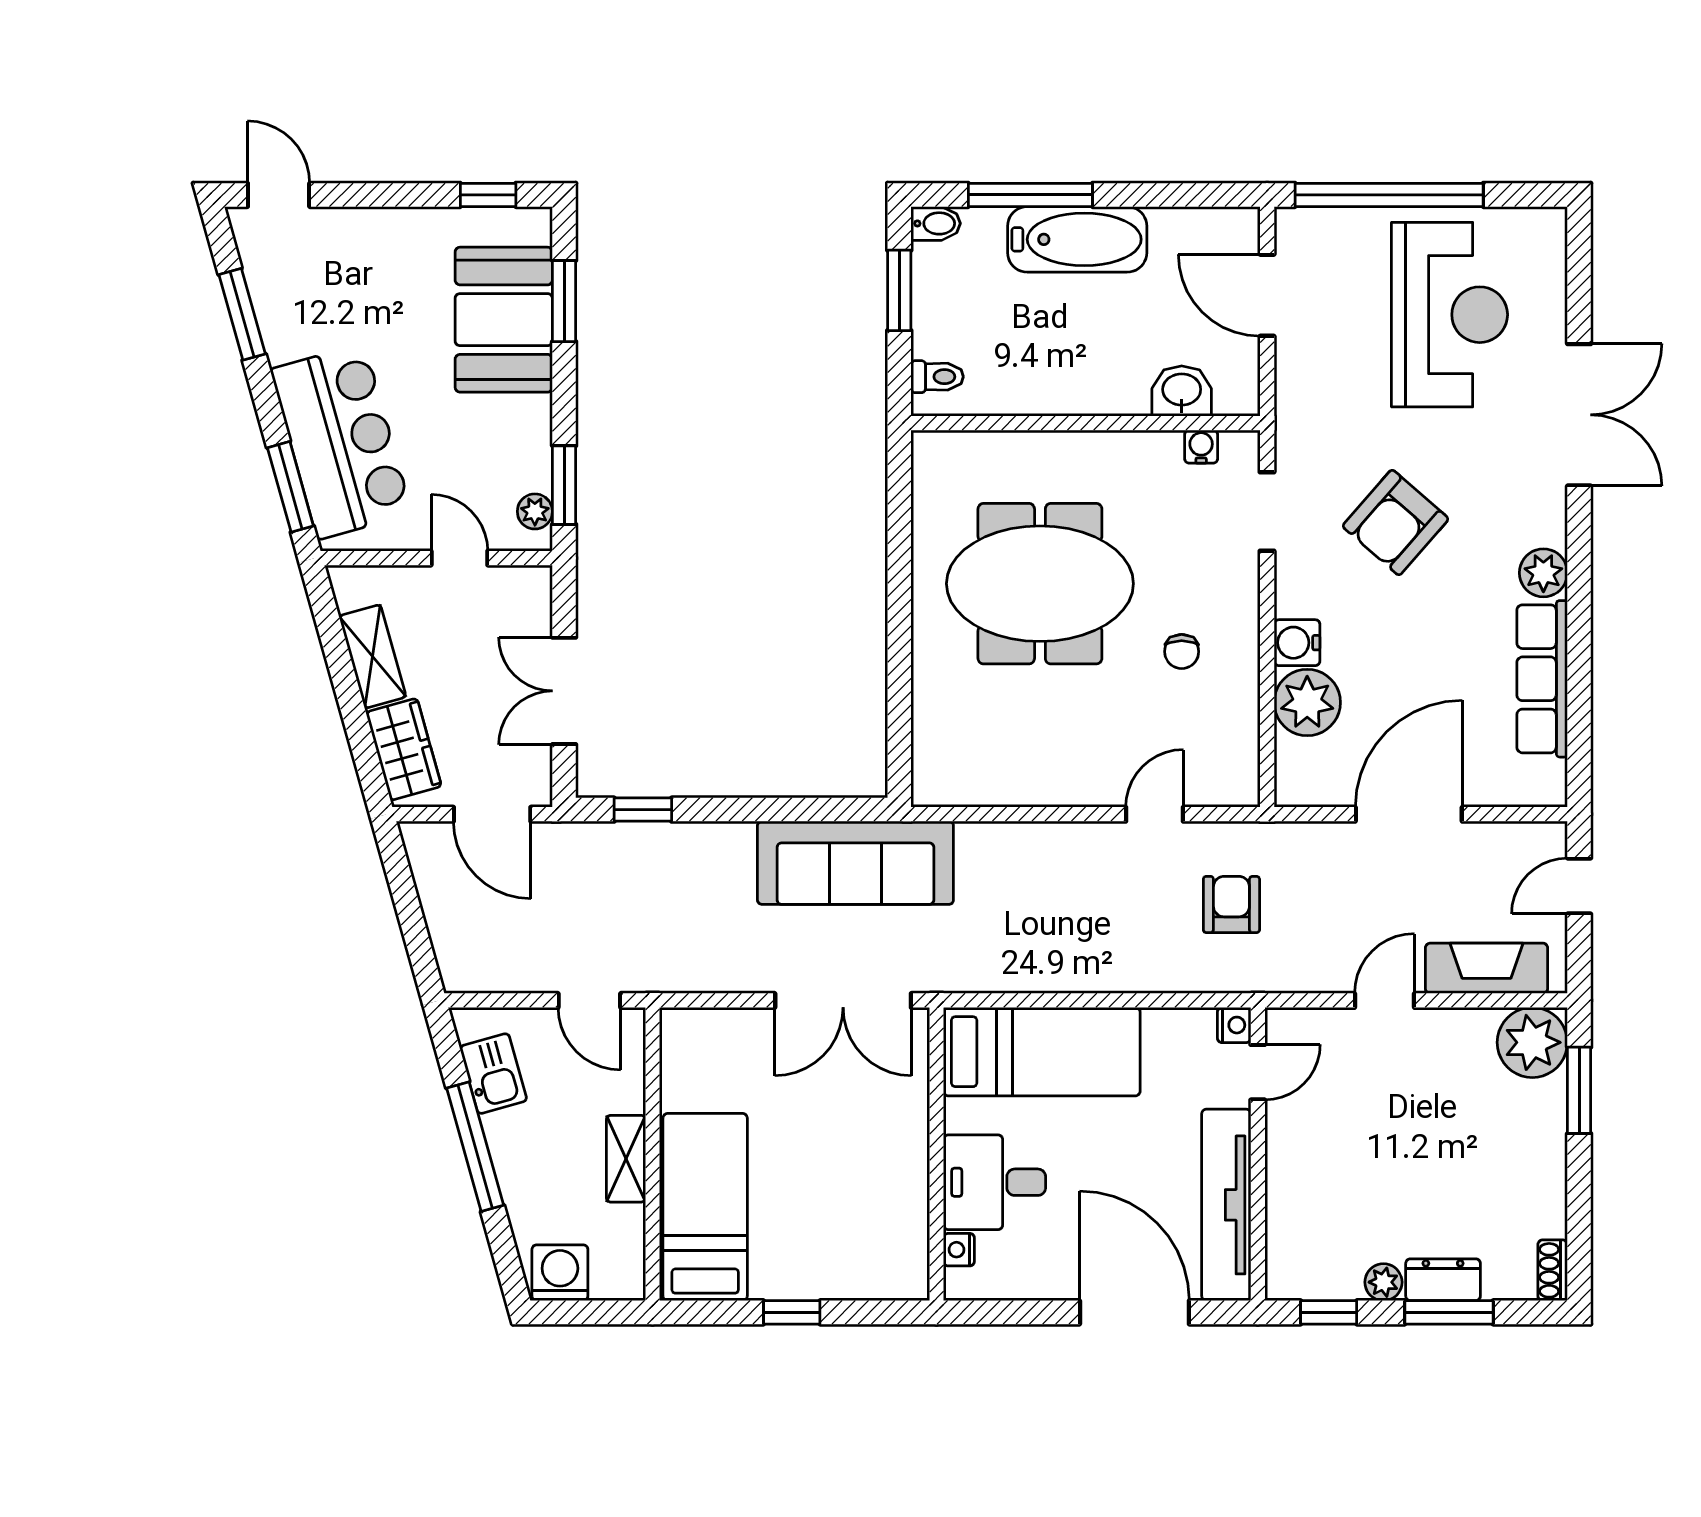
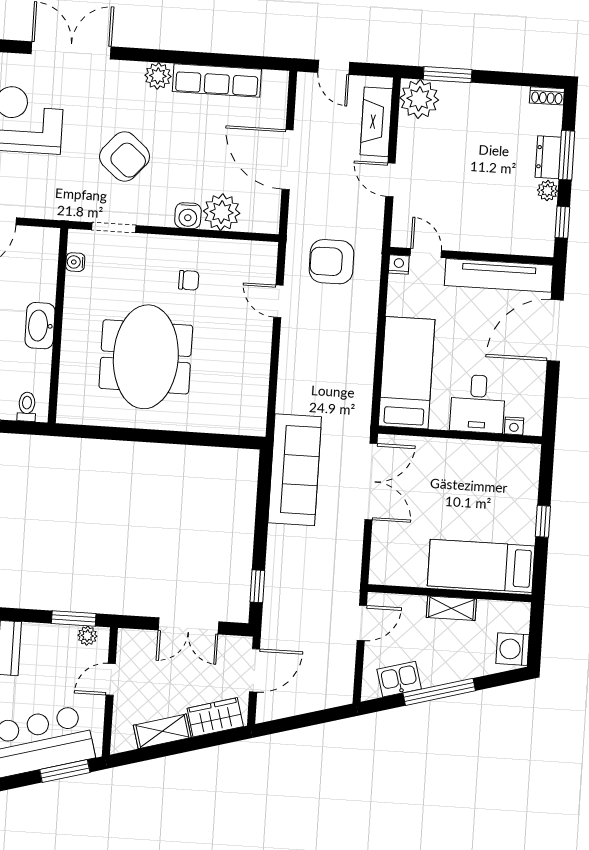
washbasin: (1182, 391) -> (40, 326), moved, width x1.38
armchair: (1231, 904) -> (331, 262), width x1.38, depth x1.38

